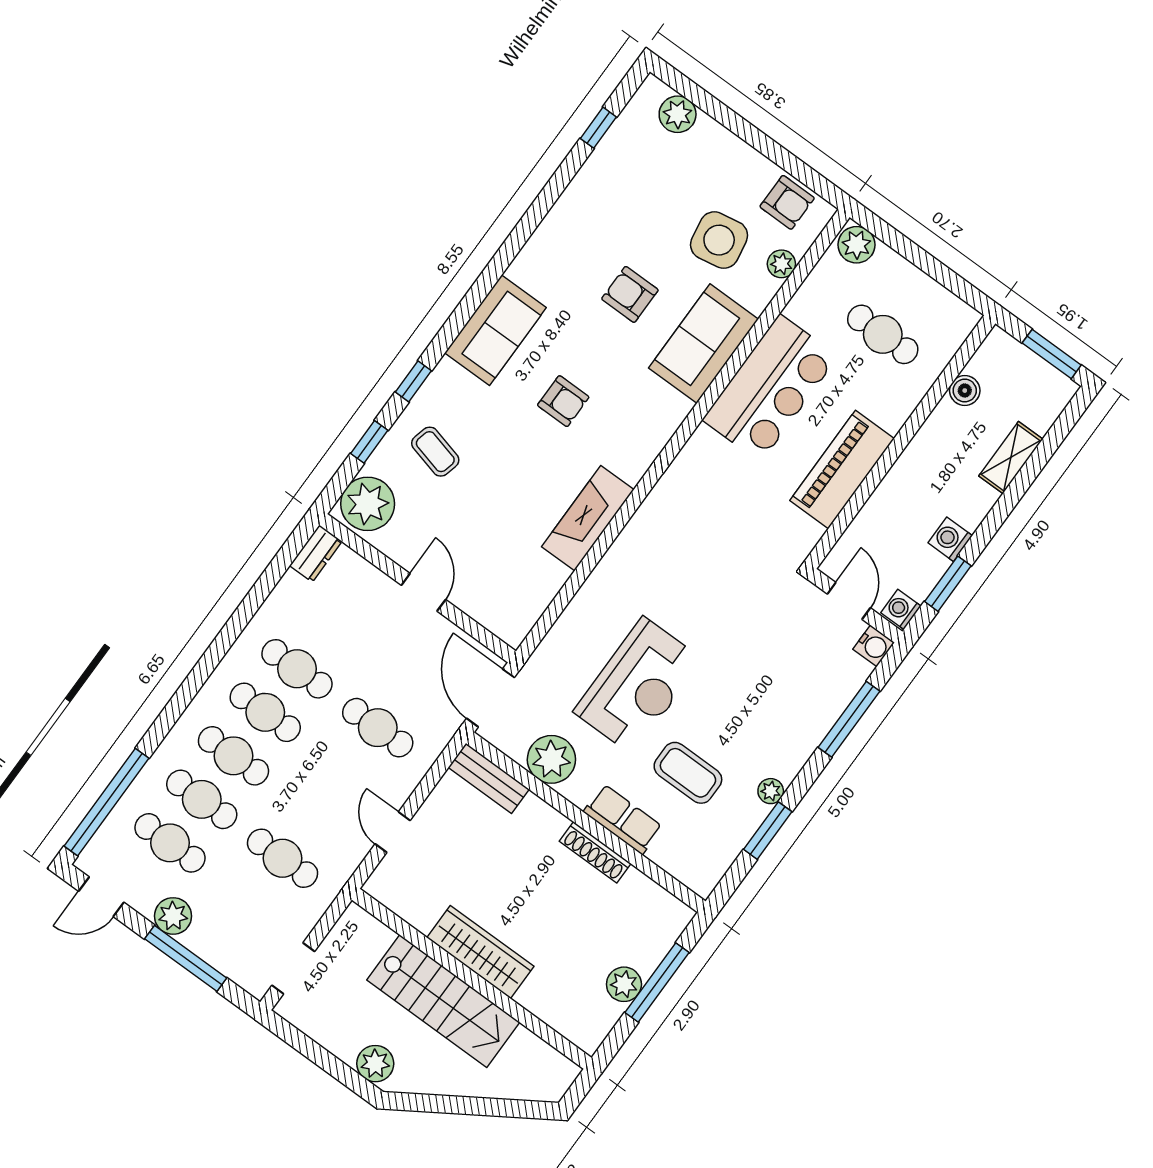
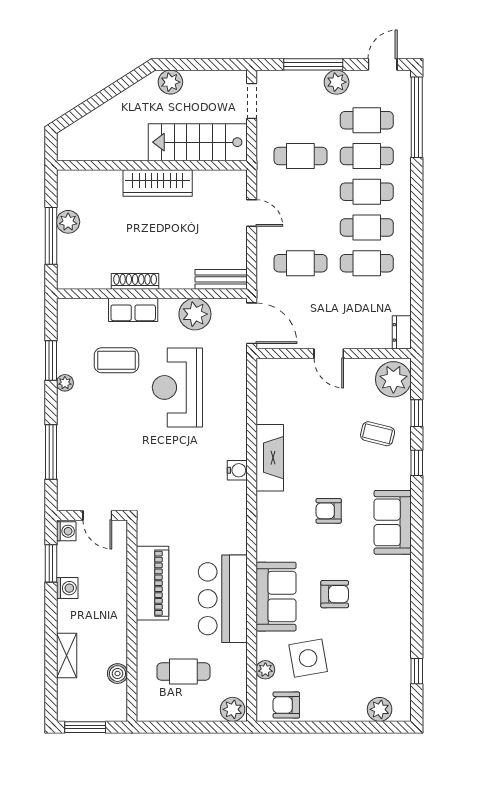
water cooler: (874, 646) -> (237, 470), moved, turned 180
stairs: (443, 1001) -> (198, 142), moved

